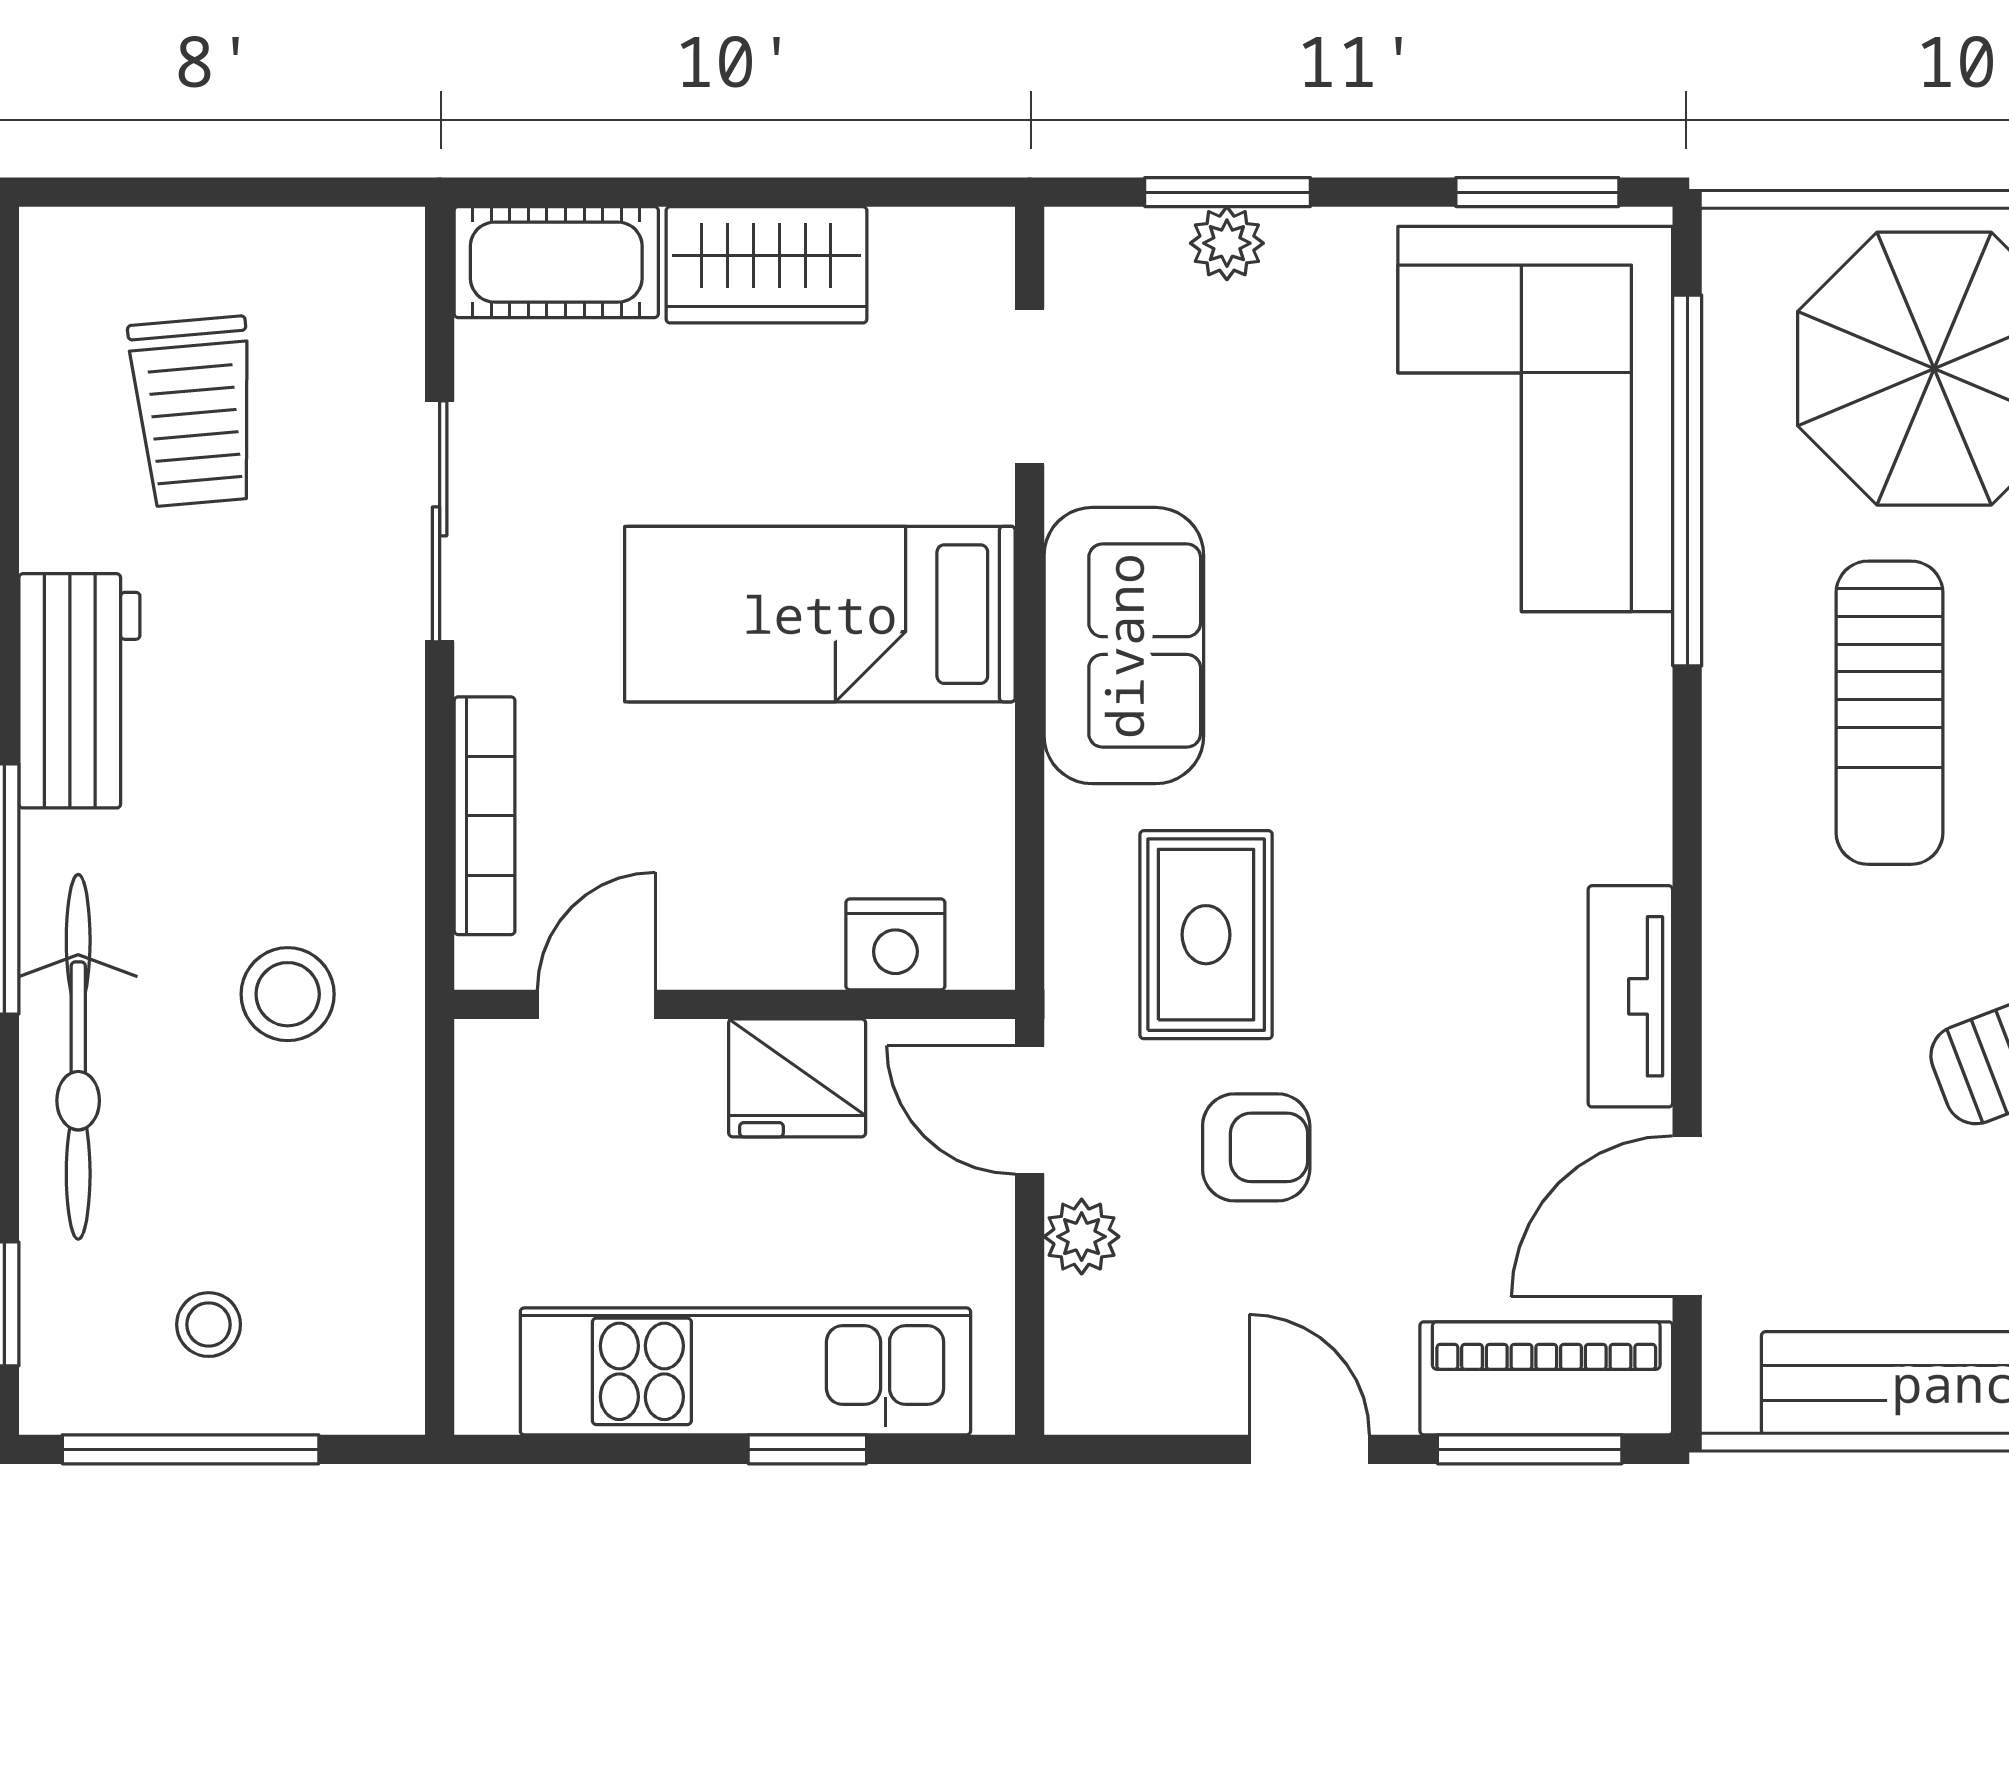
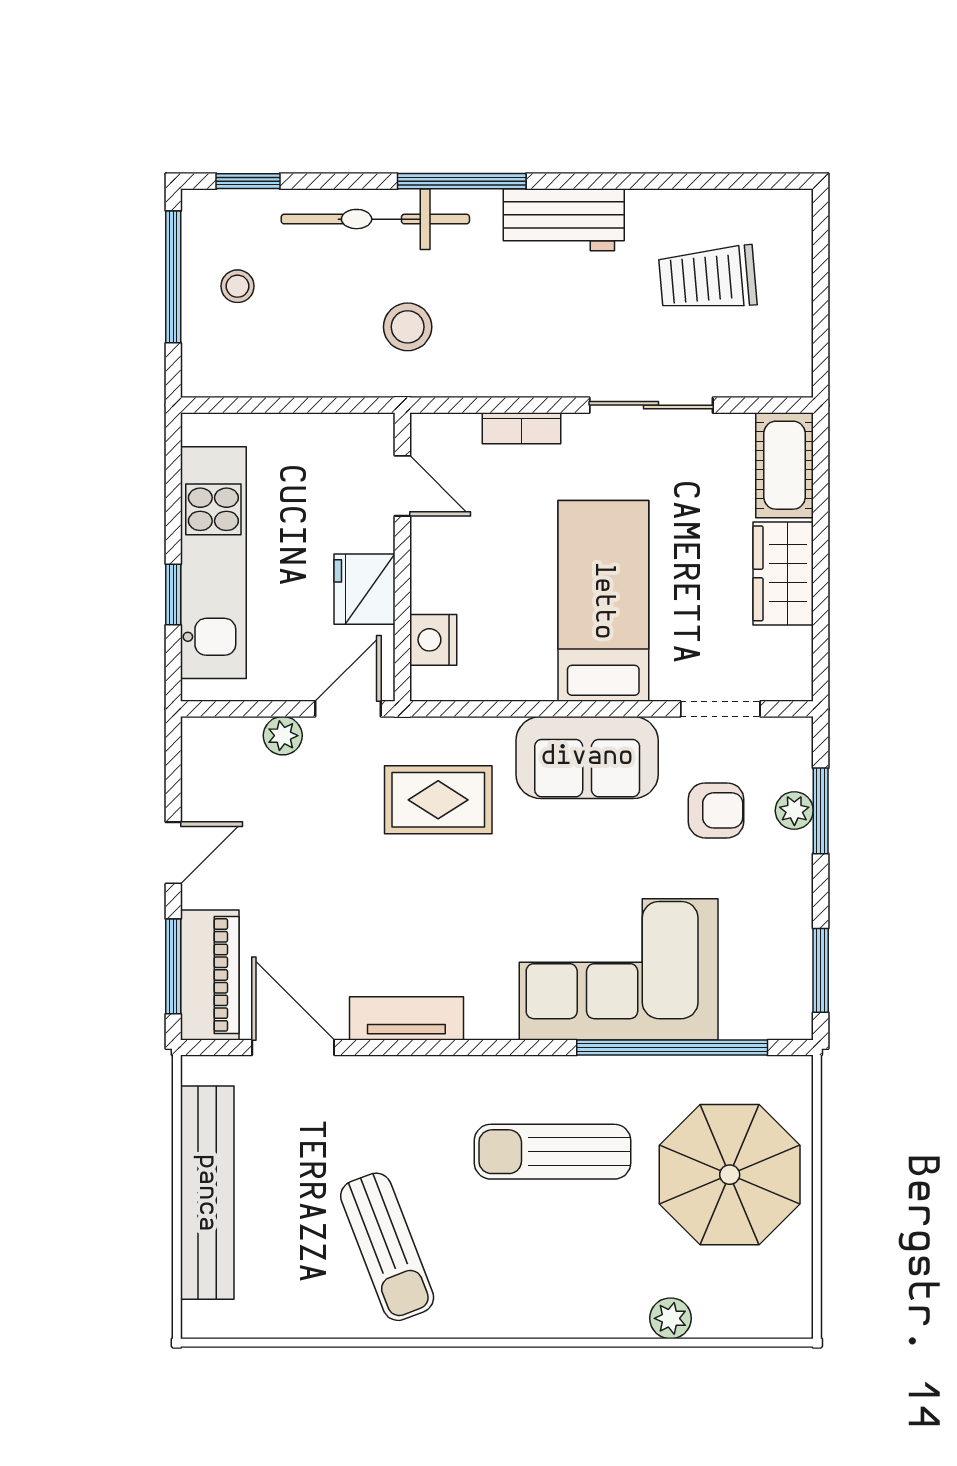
corner sofa: (1535, 419) -> (619, 969), moved
bookcase: (485, 816) -> (522, 428), width x0.64
armchair: (1256, 1147) -> (716, 810), moved, turned -90

